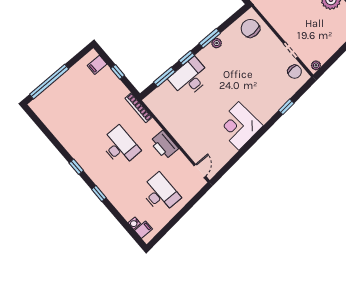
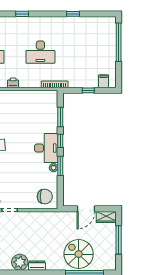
desk: (190, 78) -> (46, 148), moved
printer: (164, 145) -> (13, 83), width x0.53, depth x0.68
window: (76, 167) -> (73, 14), moved

